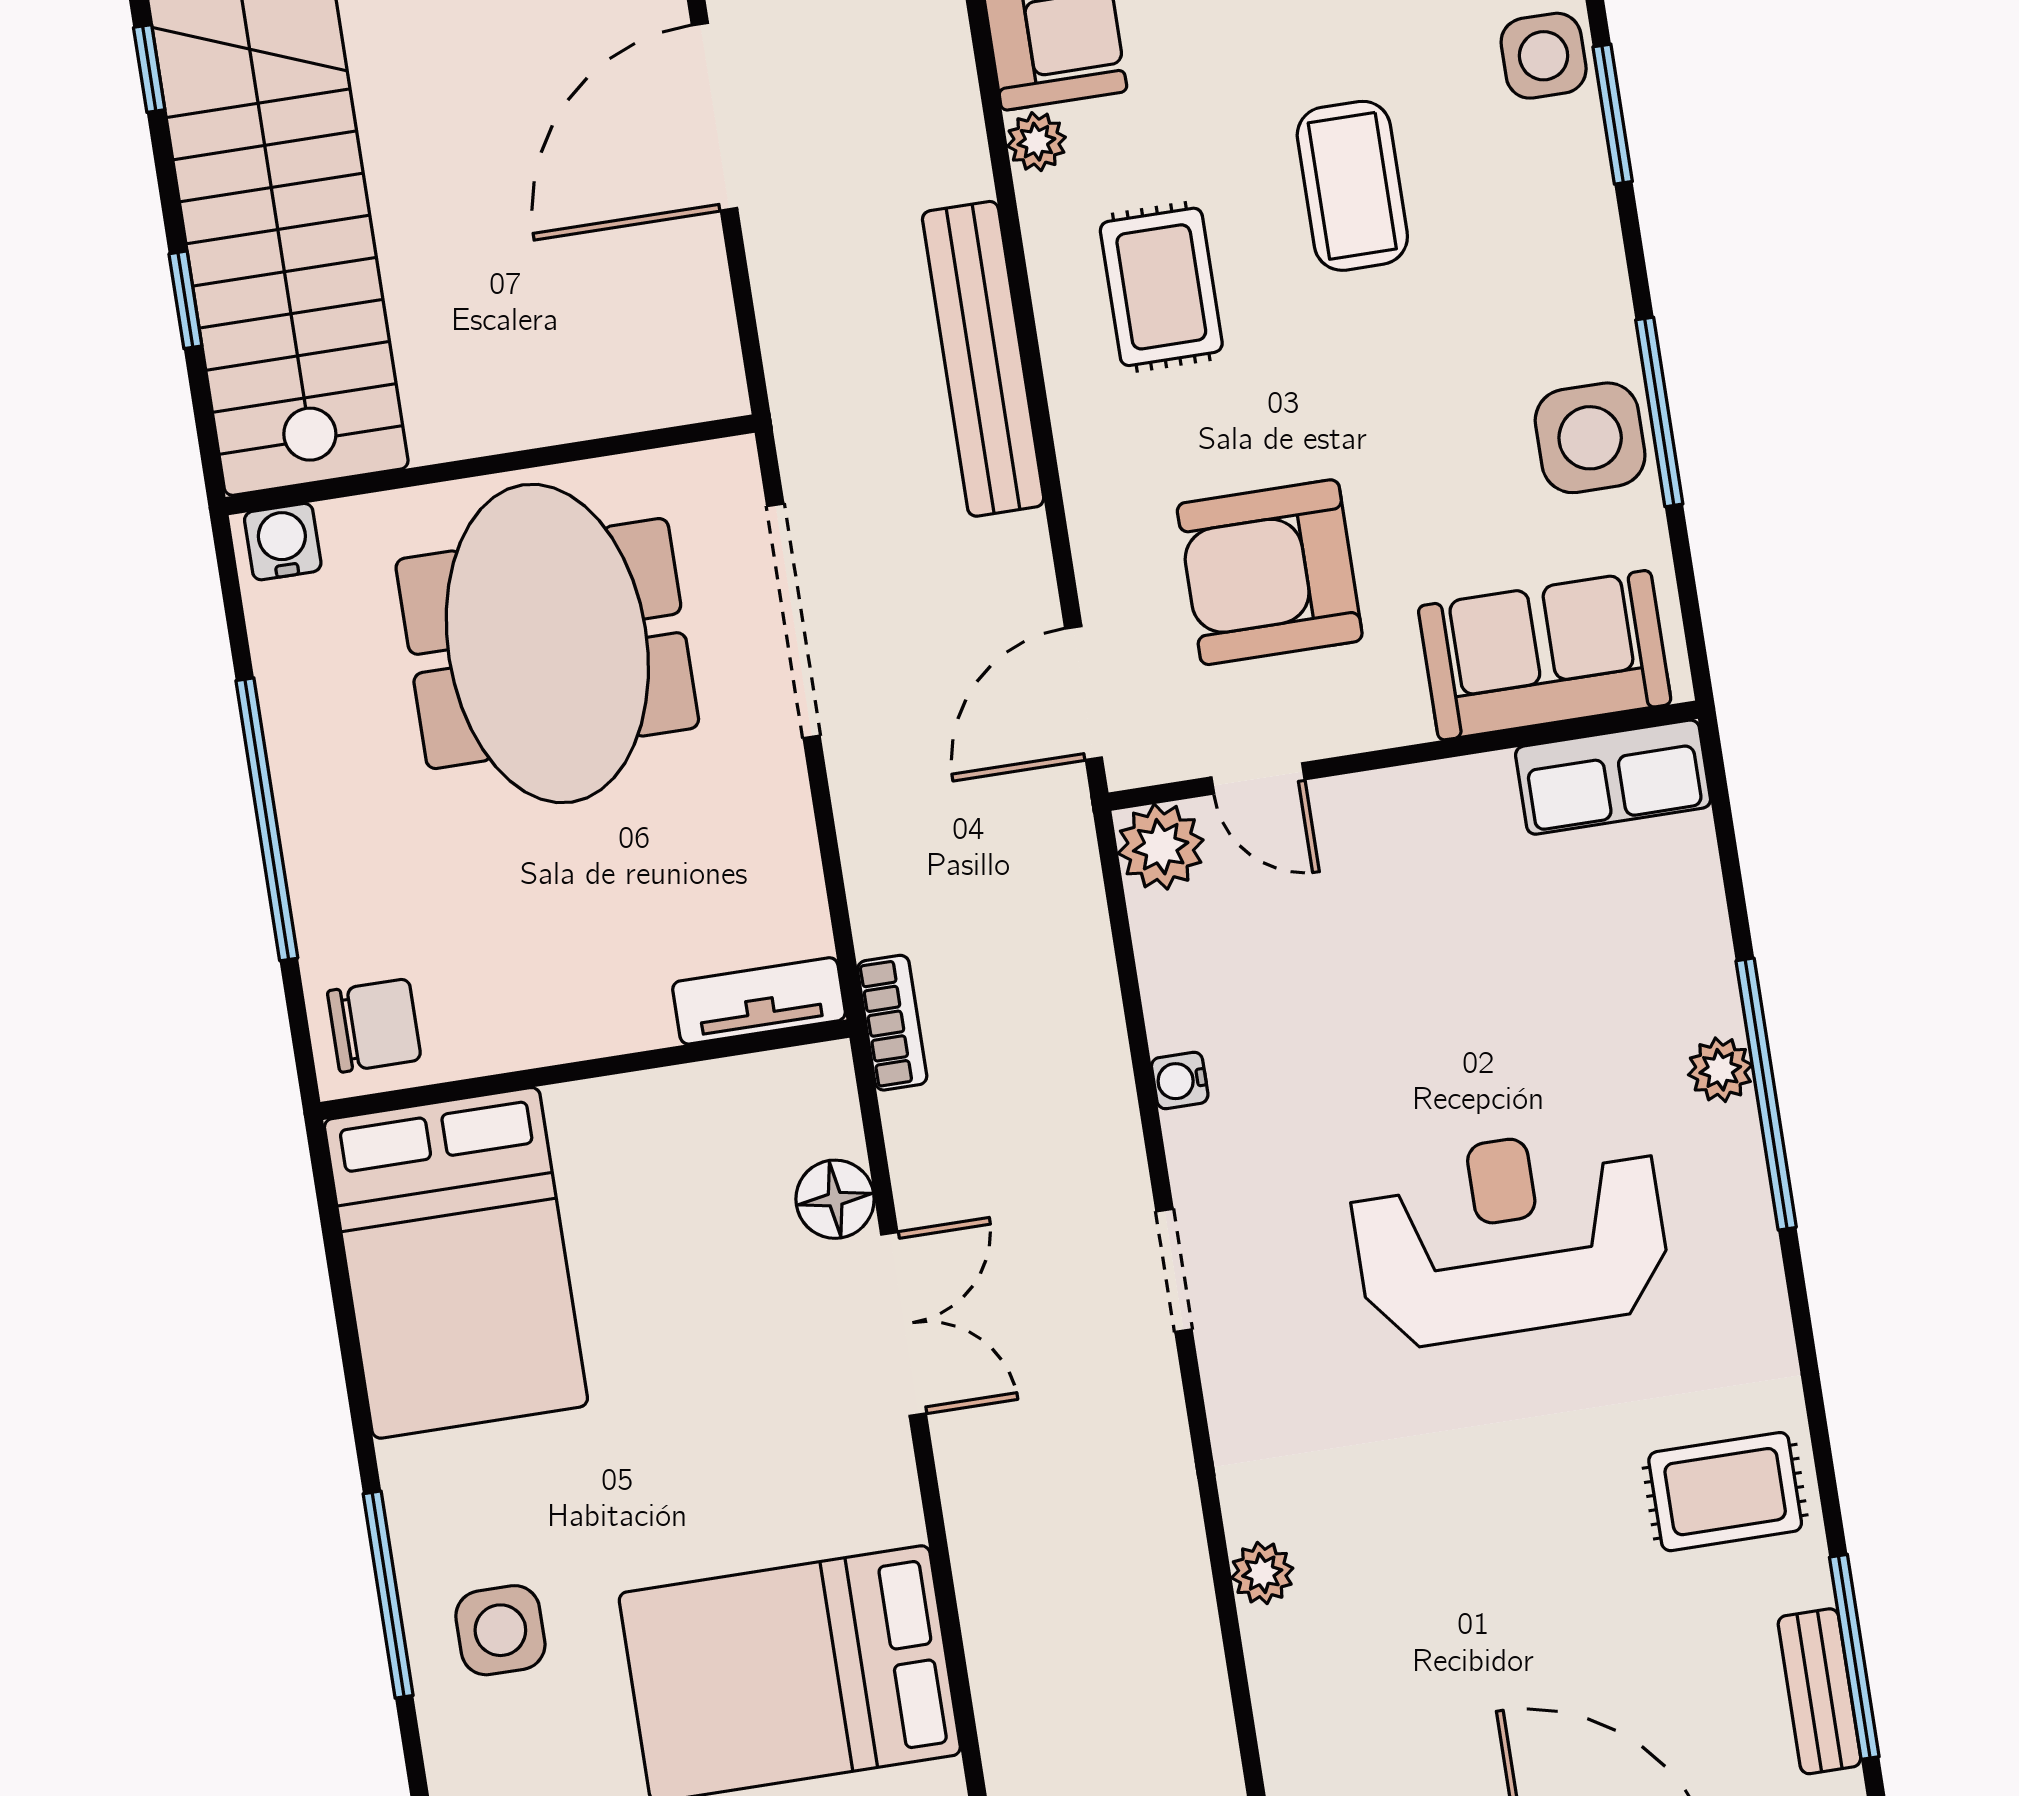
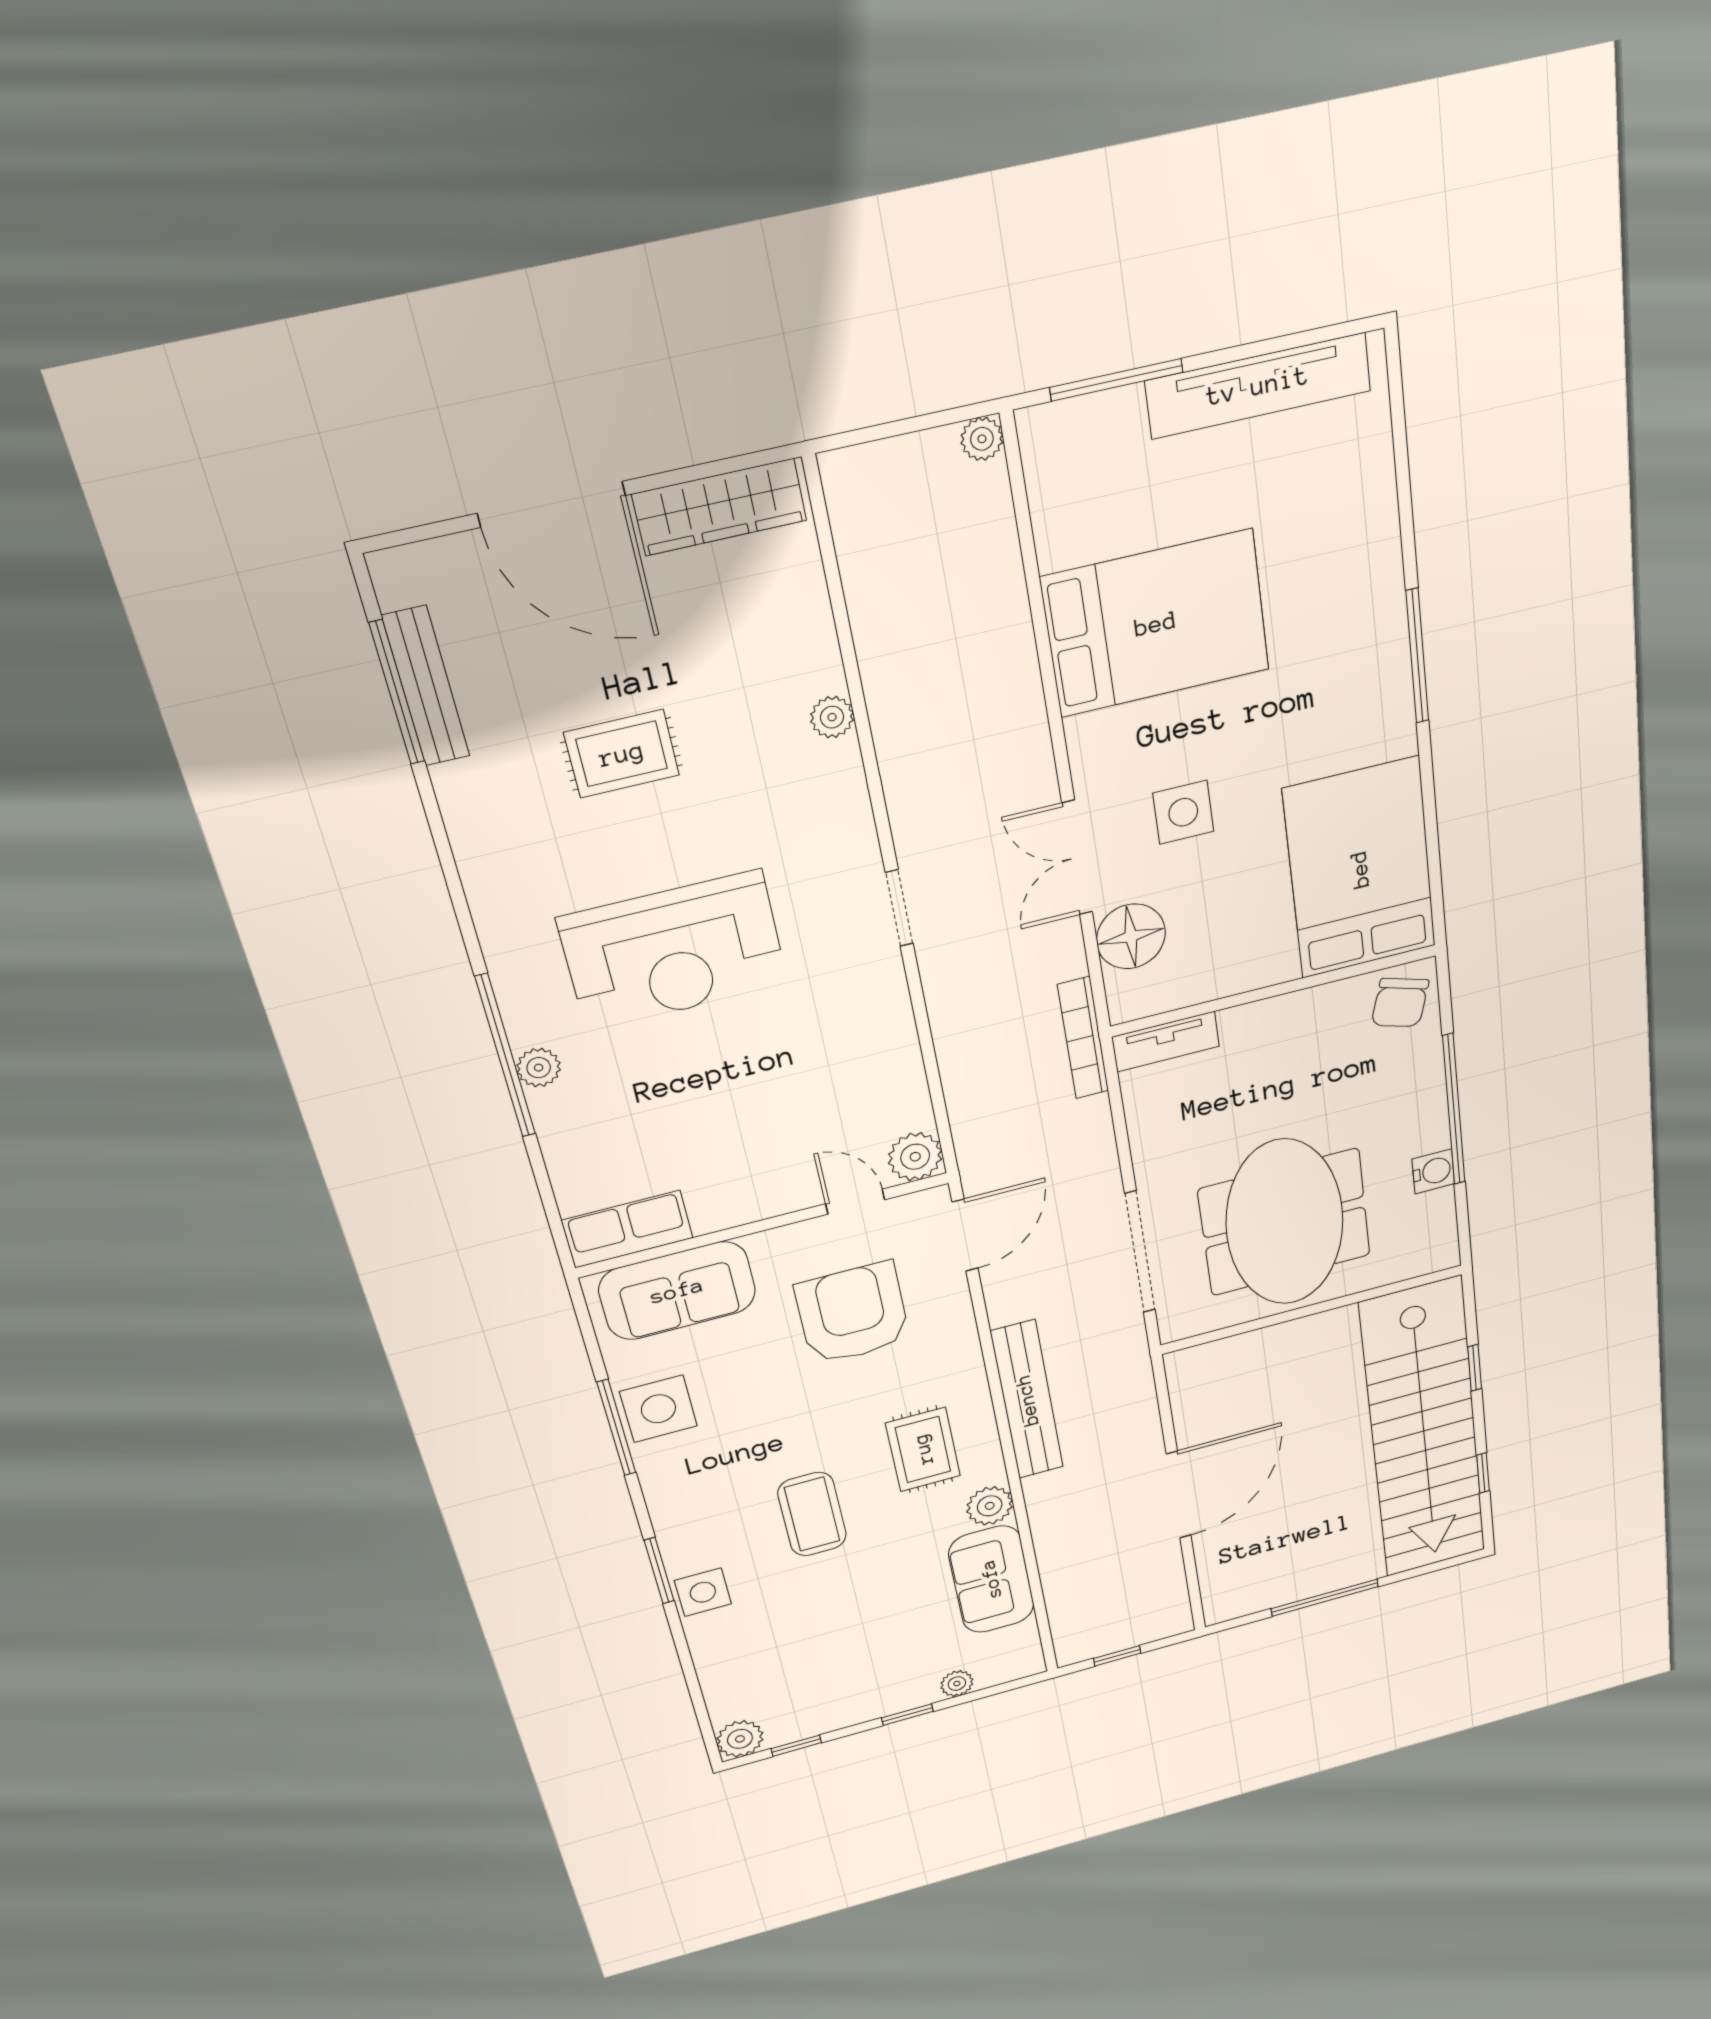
plant: (1036, 142) -> (990, 1506), width x1.38, depth x1.38
water cooler: (283, 542) -> (1433, 1171), moved, turned -90
armchair: (1270, 572) -> (853, 1313), turned -90
bookcase: (892, 1023) -> (1083, 1038), width x1.56
chair: (374, 1025) -> (1400, 1003), turned -73
water cooler: (1180, 1080) -> (899, 1024), removed
floor lamp: (835, 1199) -> (1131, 936), width x1.38, depth x1.38
rug: (1725, 1492) -> (622, 754), moved
side table: (500, 1630) -> (1183, 812), moved
bench: (1819, 1691) -> (426, 686), width x1.36

